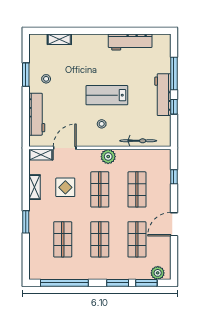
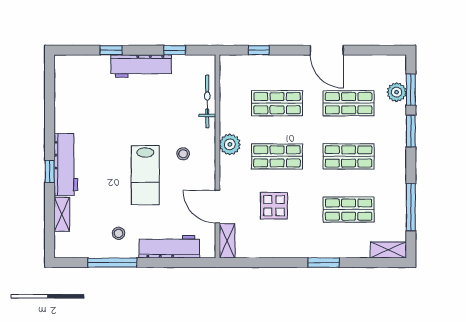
window: (89, 31) -> (50, 171), added
workbench: (130, 42) -> (66, 165), moved
window: (174, 74) -> (111, 50), width x0.46
window: (26, 75) -> (112, 263), width x1.44
lab bench: (107, 95) -> (145, 175), moved
window: (174, 107) -> (175, 50), moved
shelving: (34, 187) -> (388, 250), moved
plant: (158, 273) -> (397, 92), moved
window: (64, 283) -> (411, 207), width x0.68

